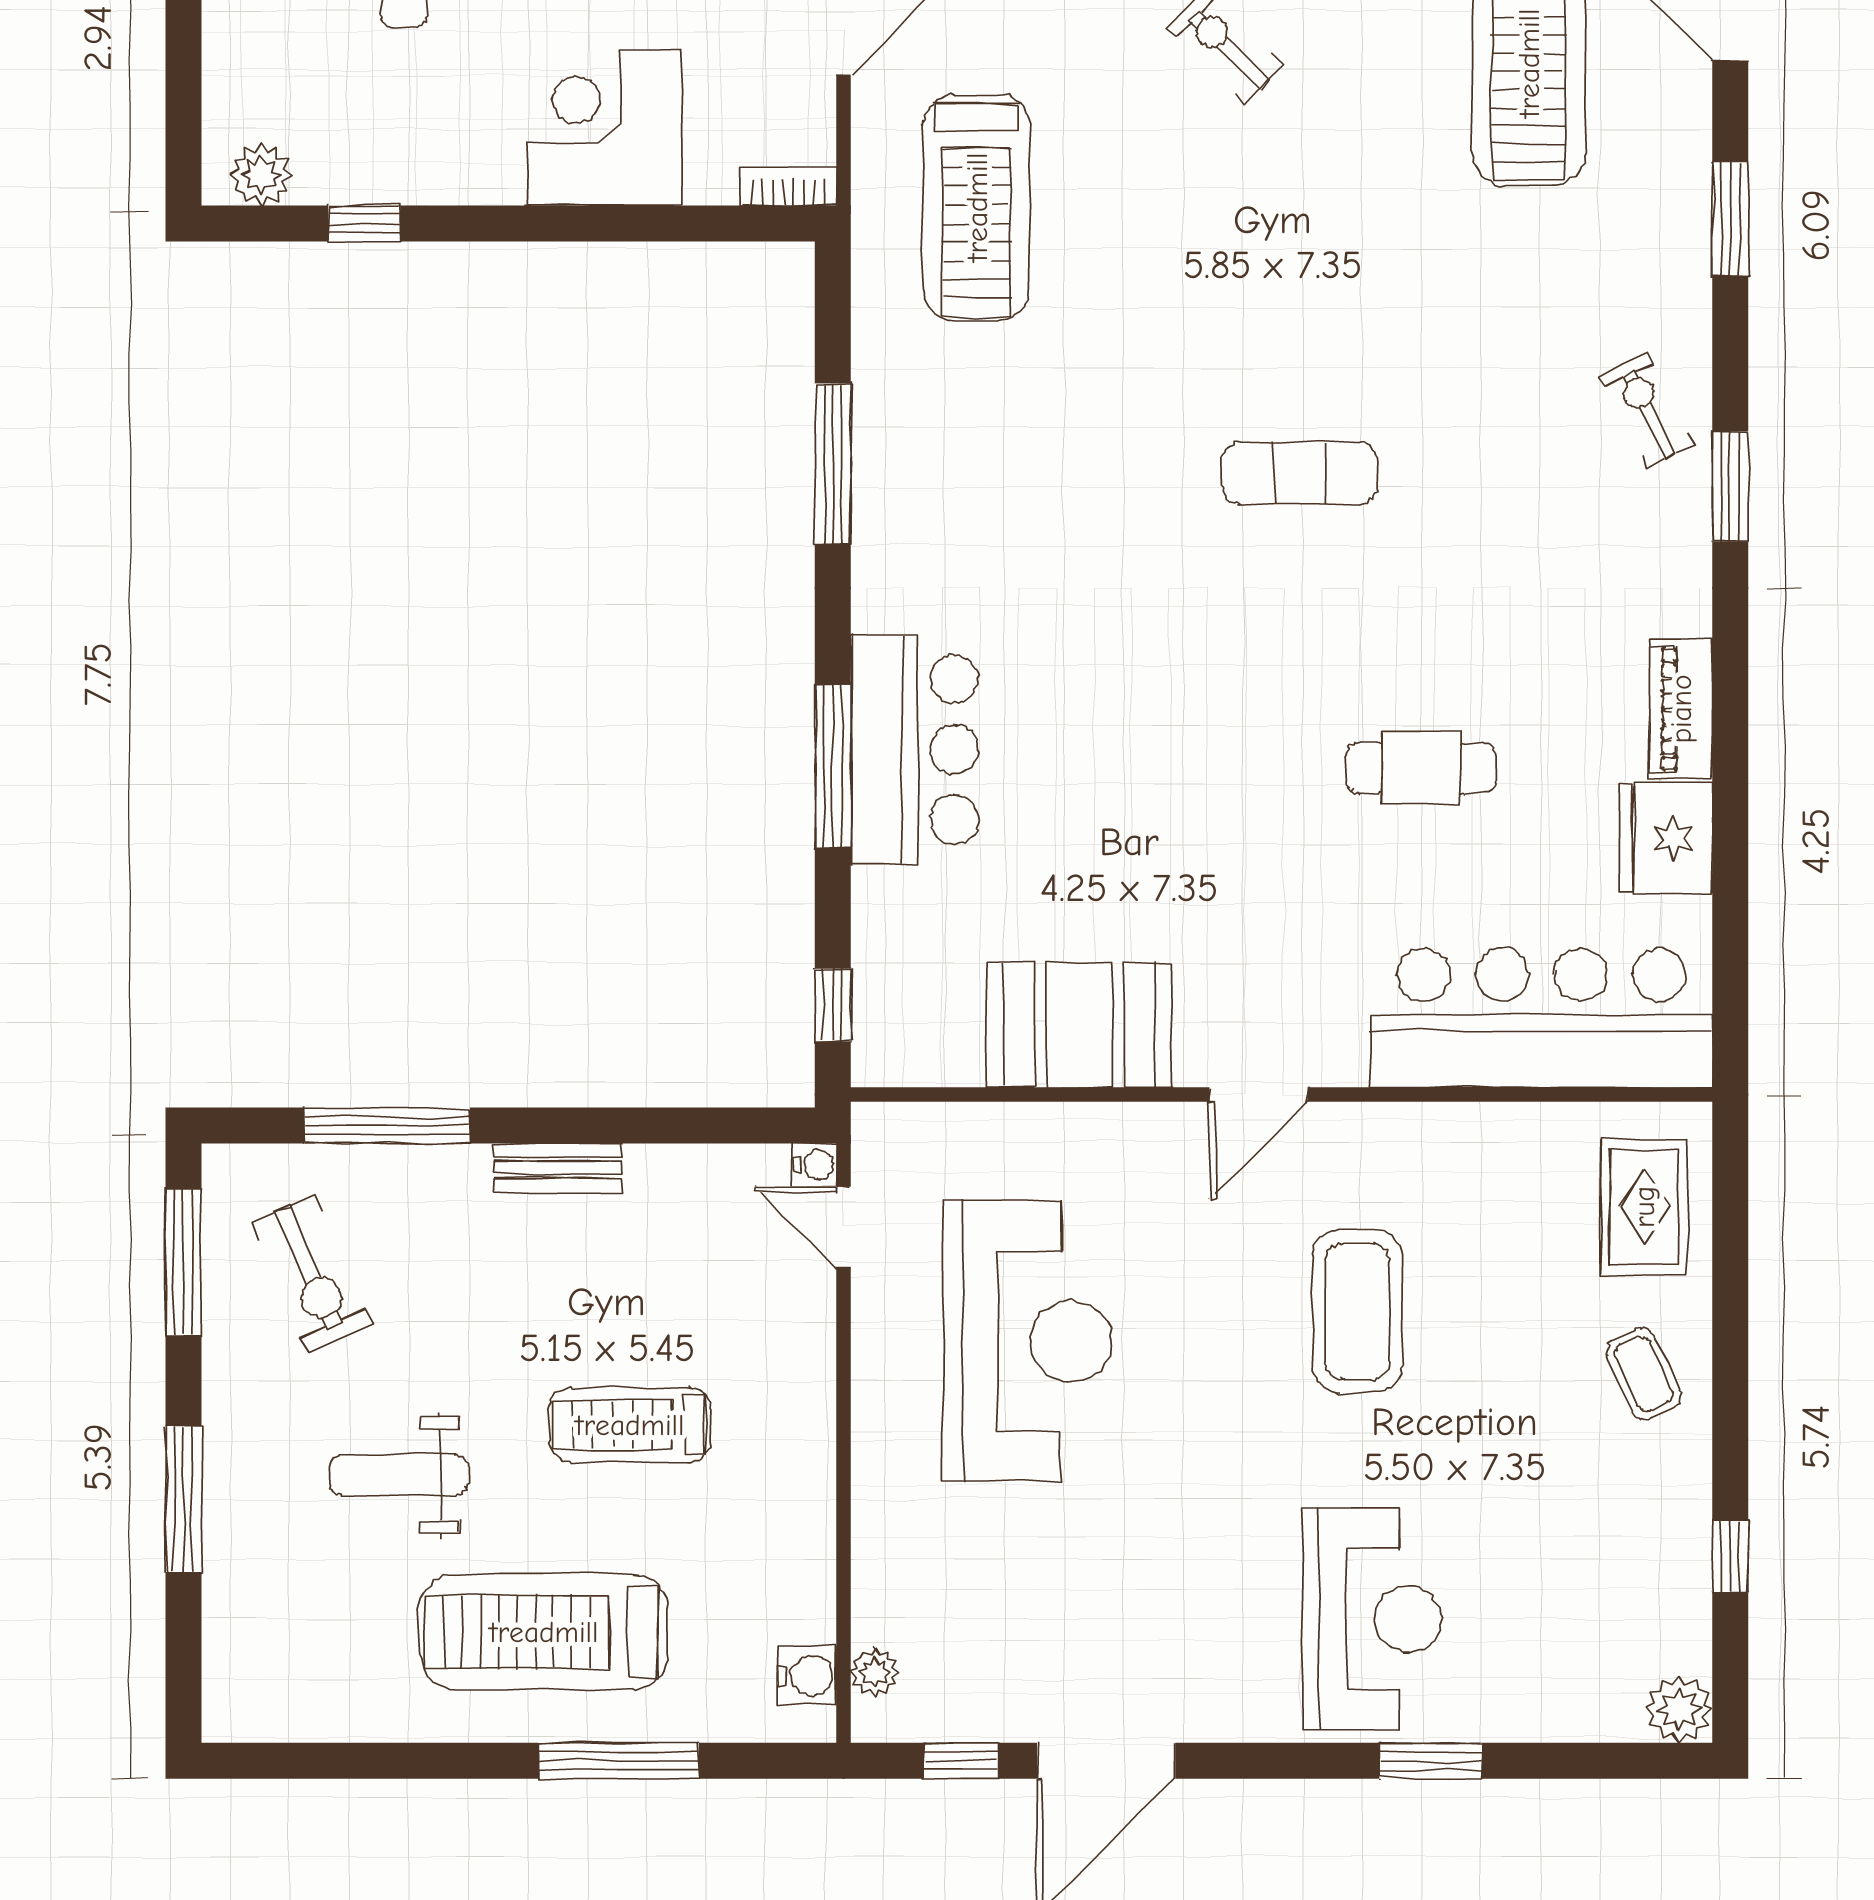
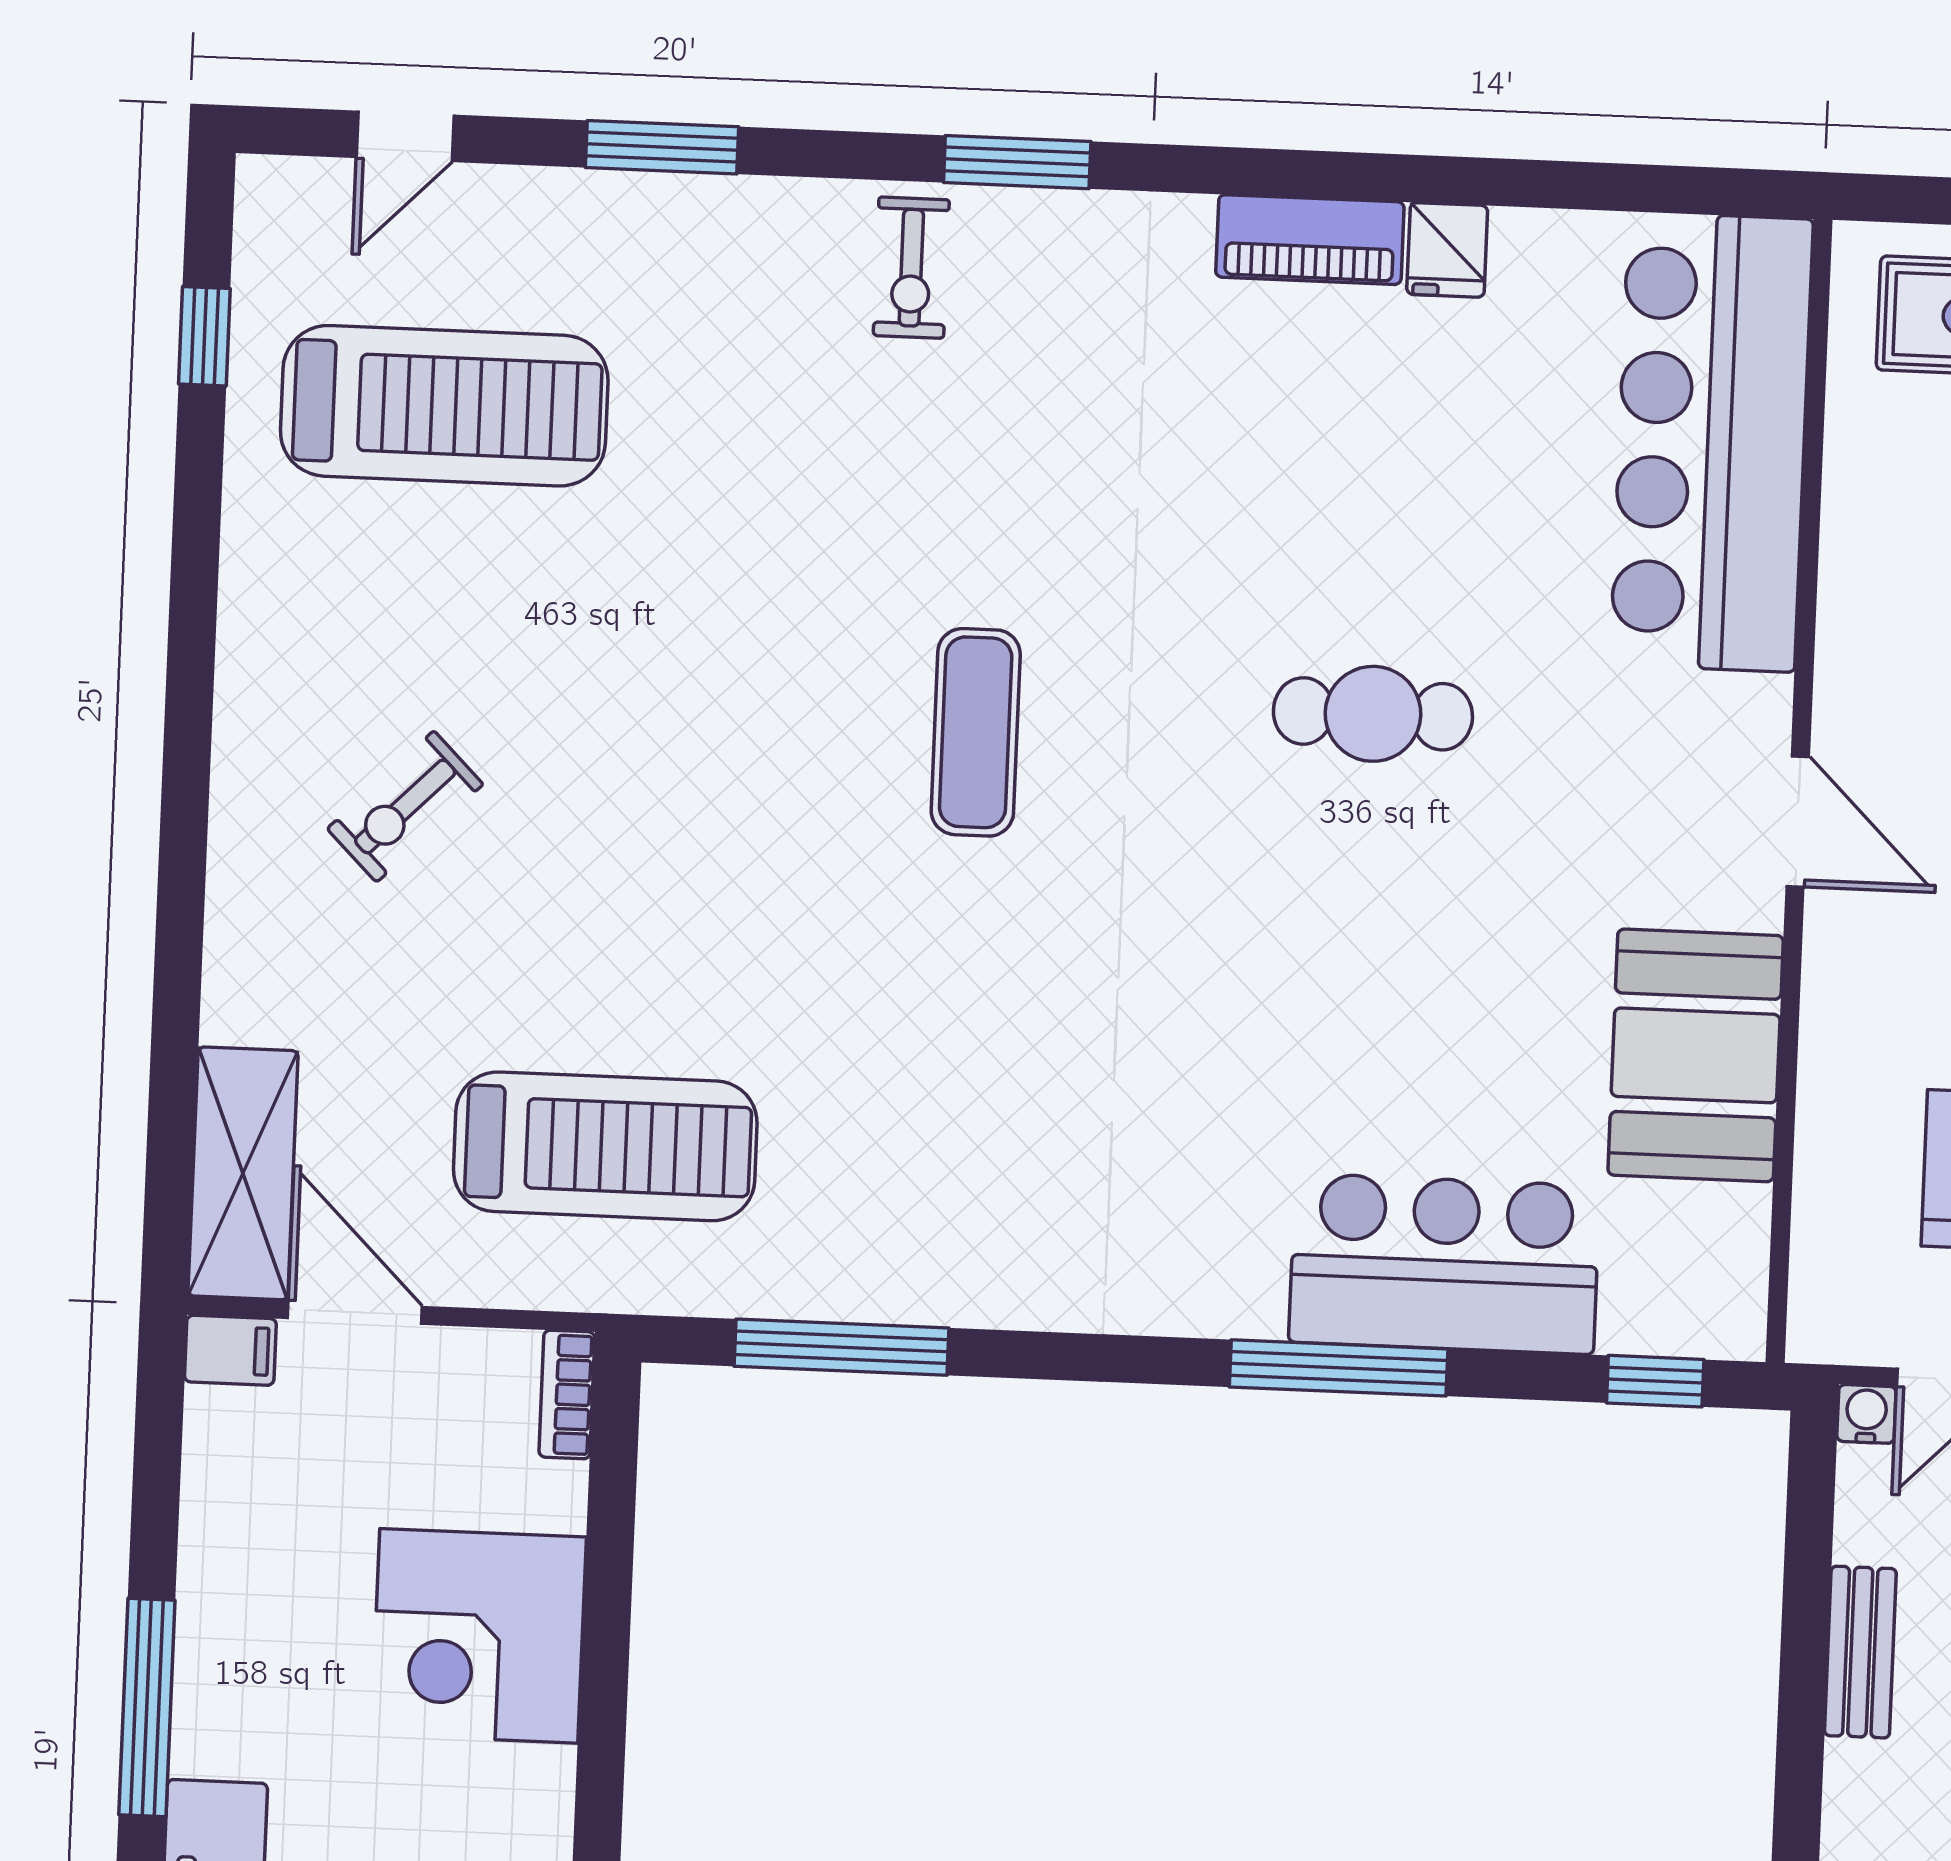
exercise bike: (1647, 410) -> (911, 268), turned -63
window: (833, 464) -> (841, 1347), moved
bar counter: (915, 749) -> (1444, 1264), moved
cafe table: (1421, 768) -> (1373, 714), moved, turned 90
fridge: (1666, 838) -> (1447, 250), width x0.53, depth x0.75
bench: (558, 1168) -> (1860, 1652), moved

